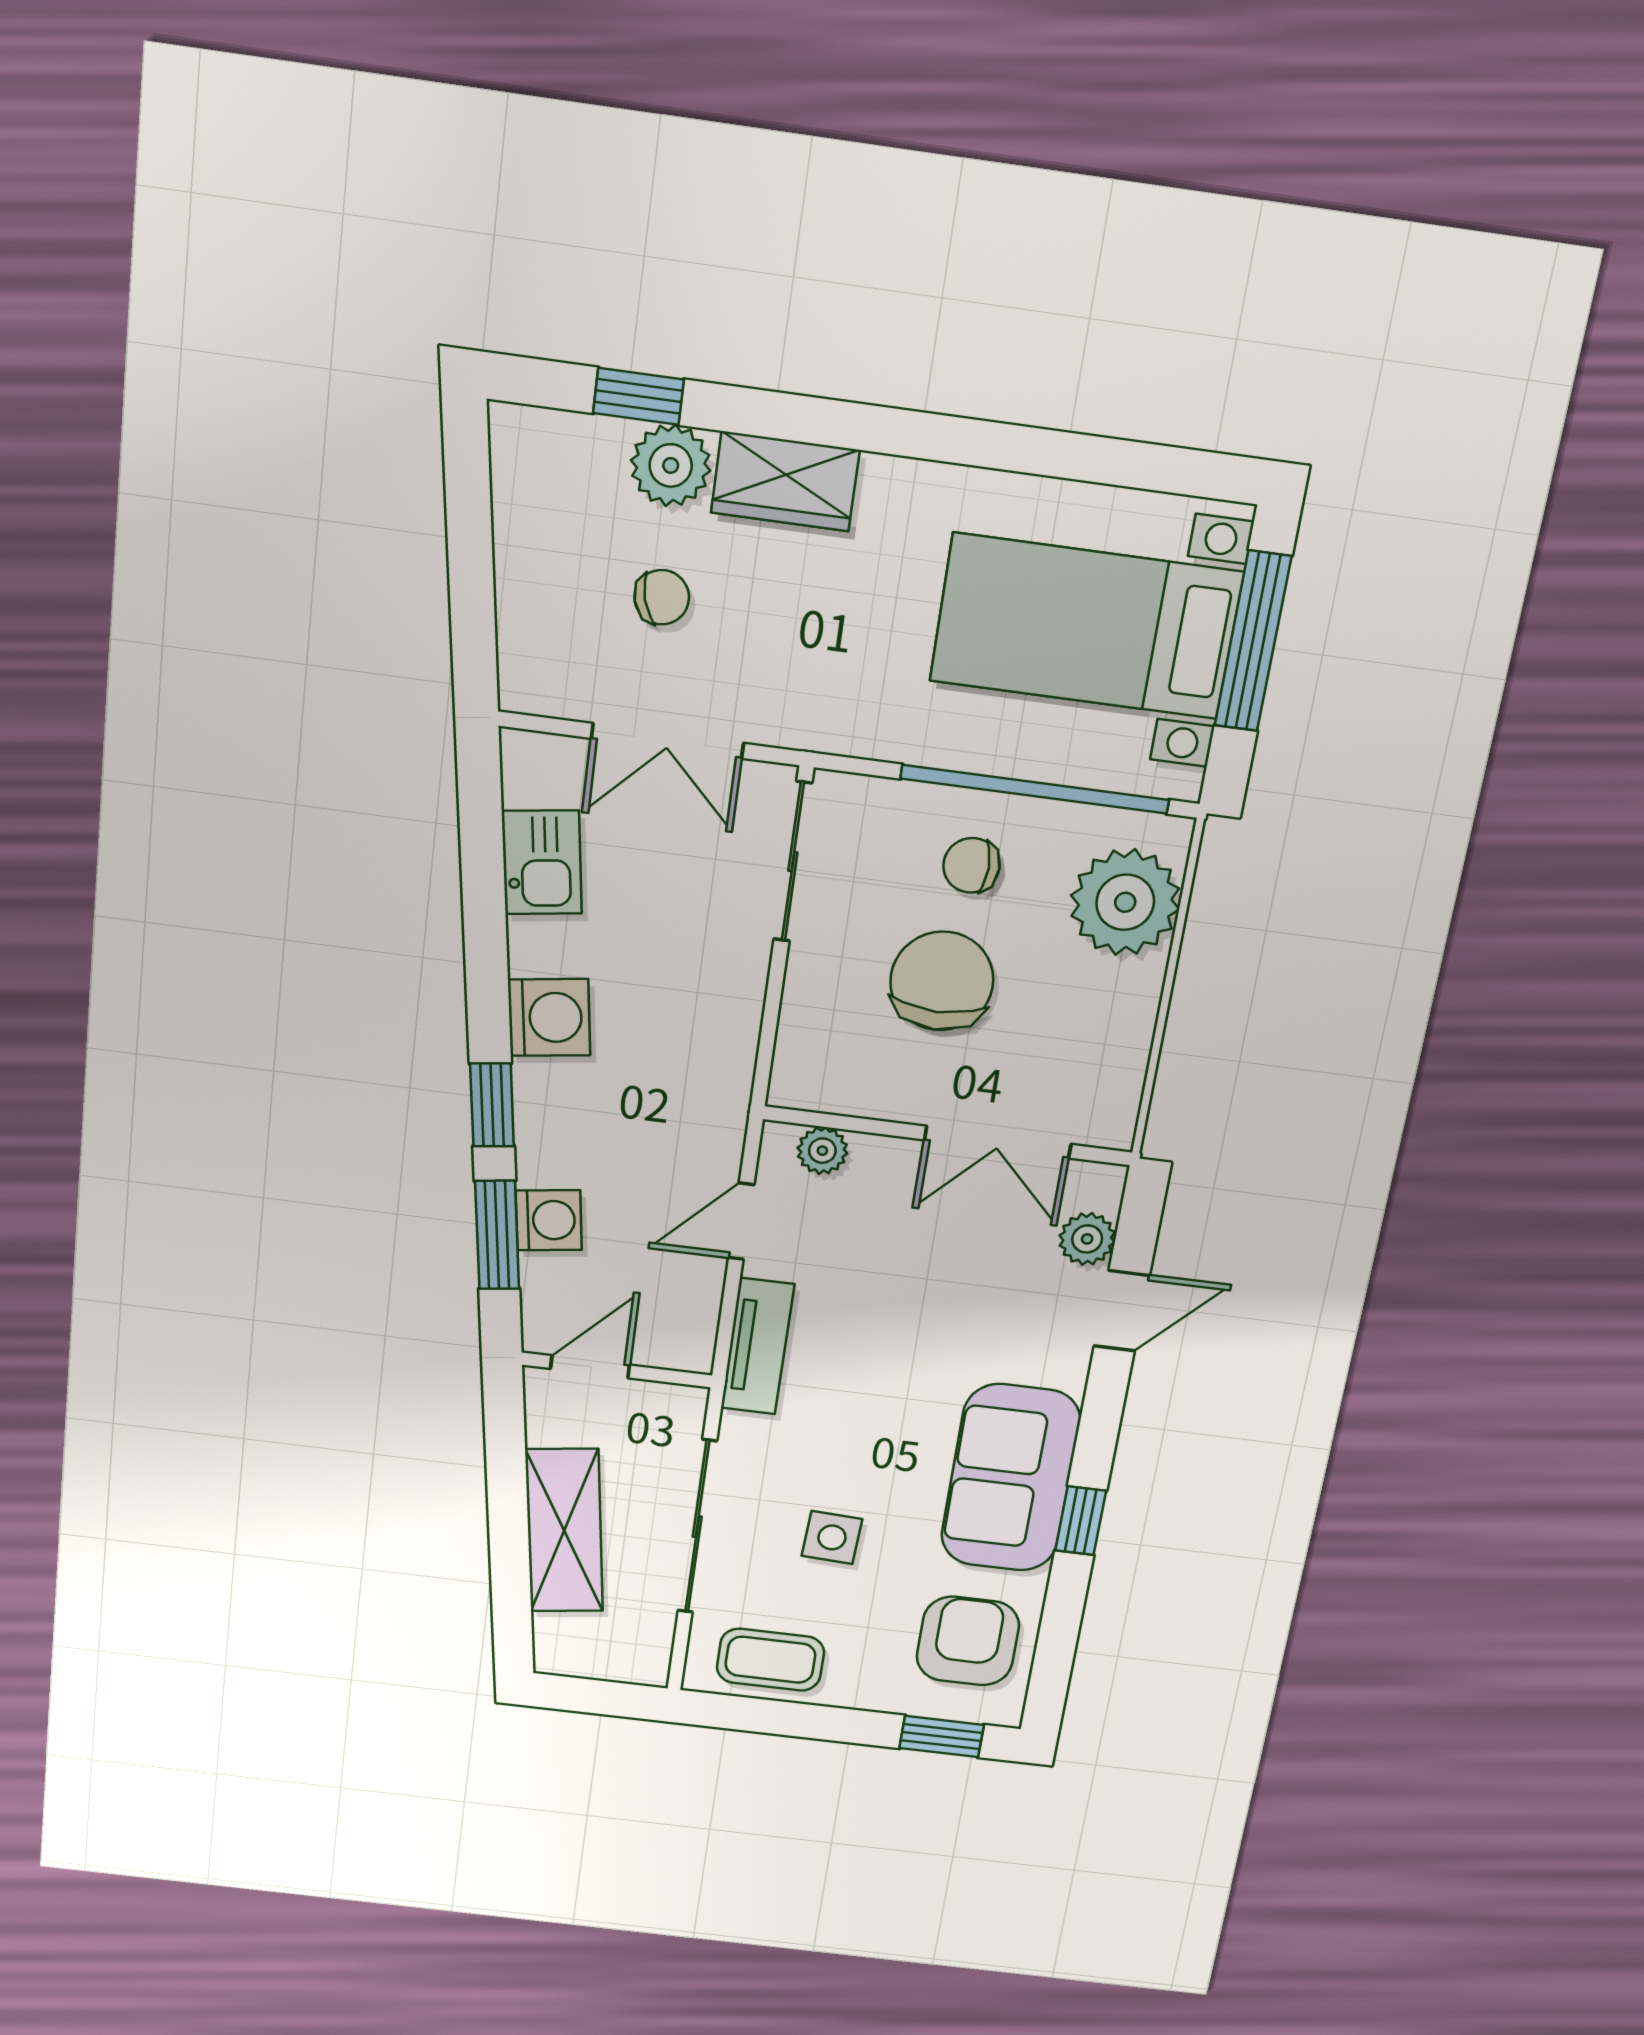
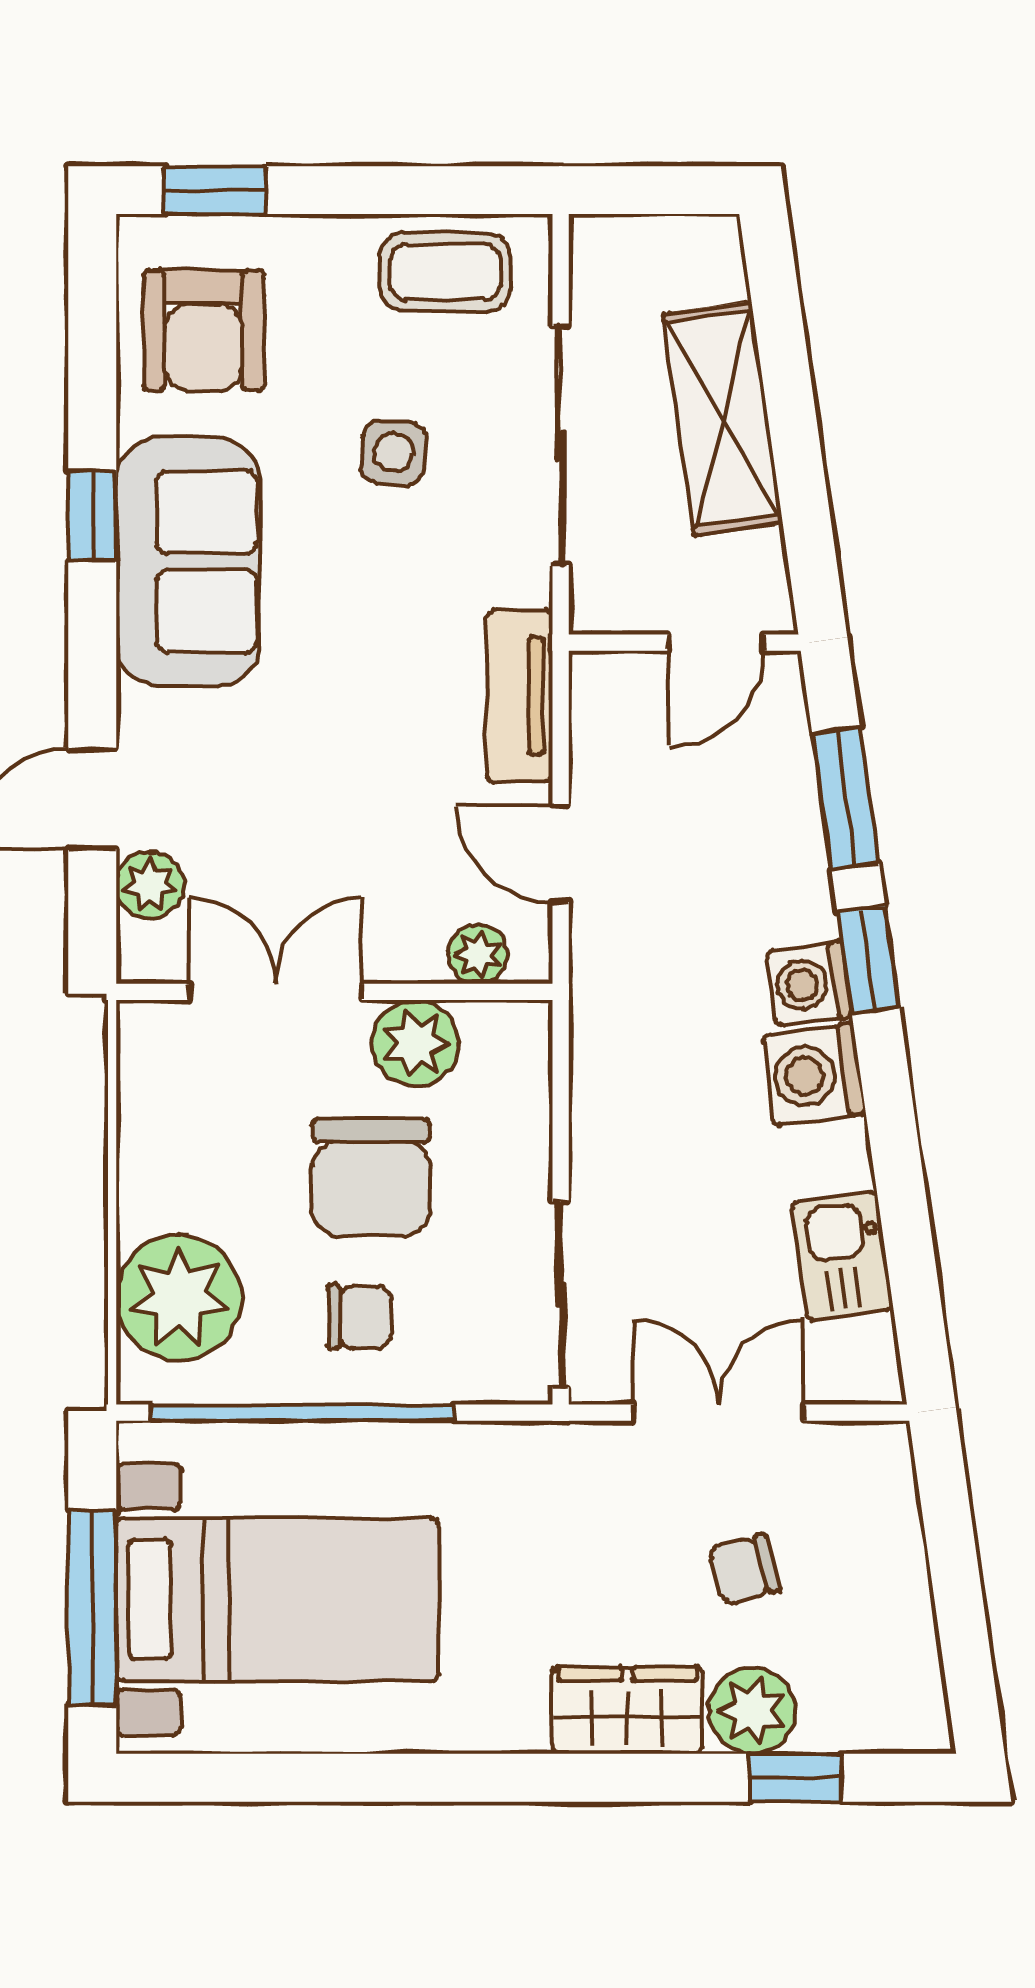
plant: (886, 1086) -> (415, 1043), added
washing machine: (549, 1220) -> (809, 984), moved
door: (741, 1221) -> (561, 854), swing flipped

